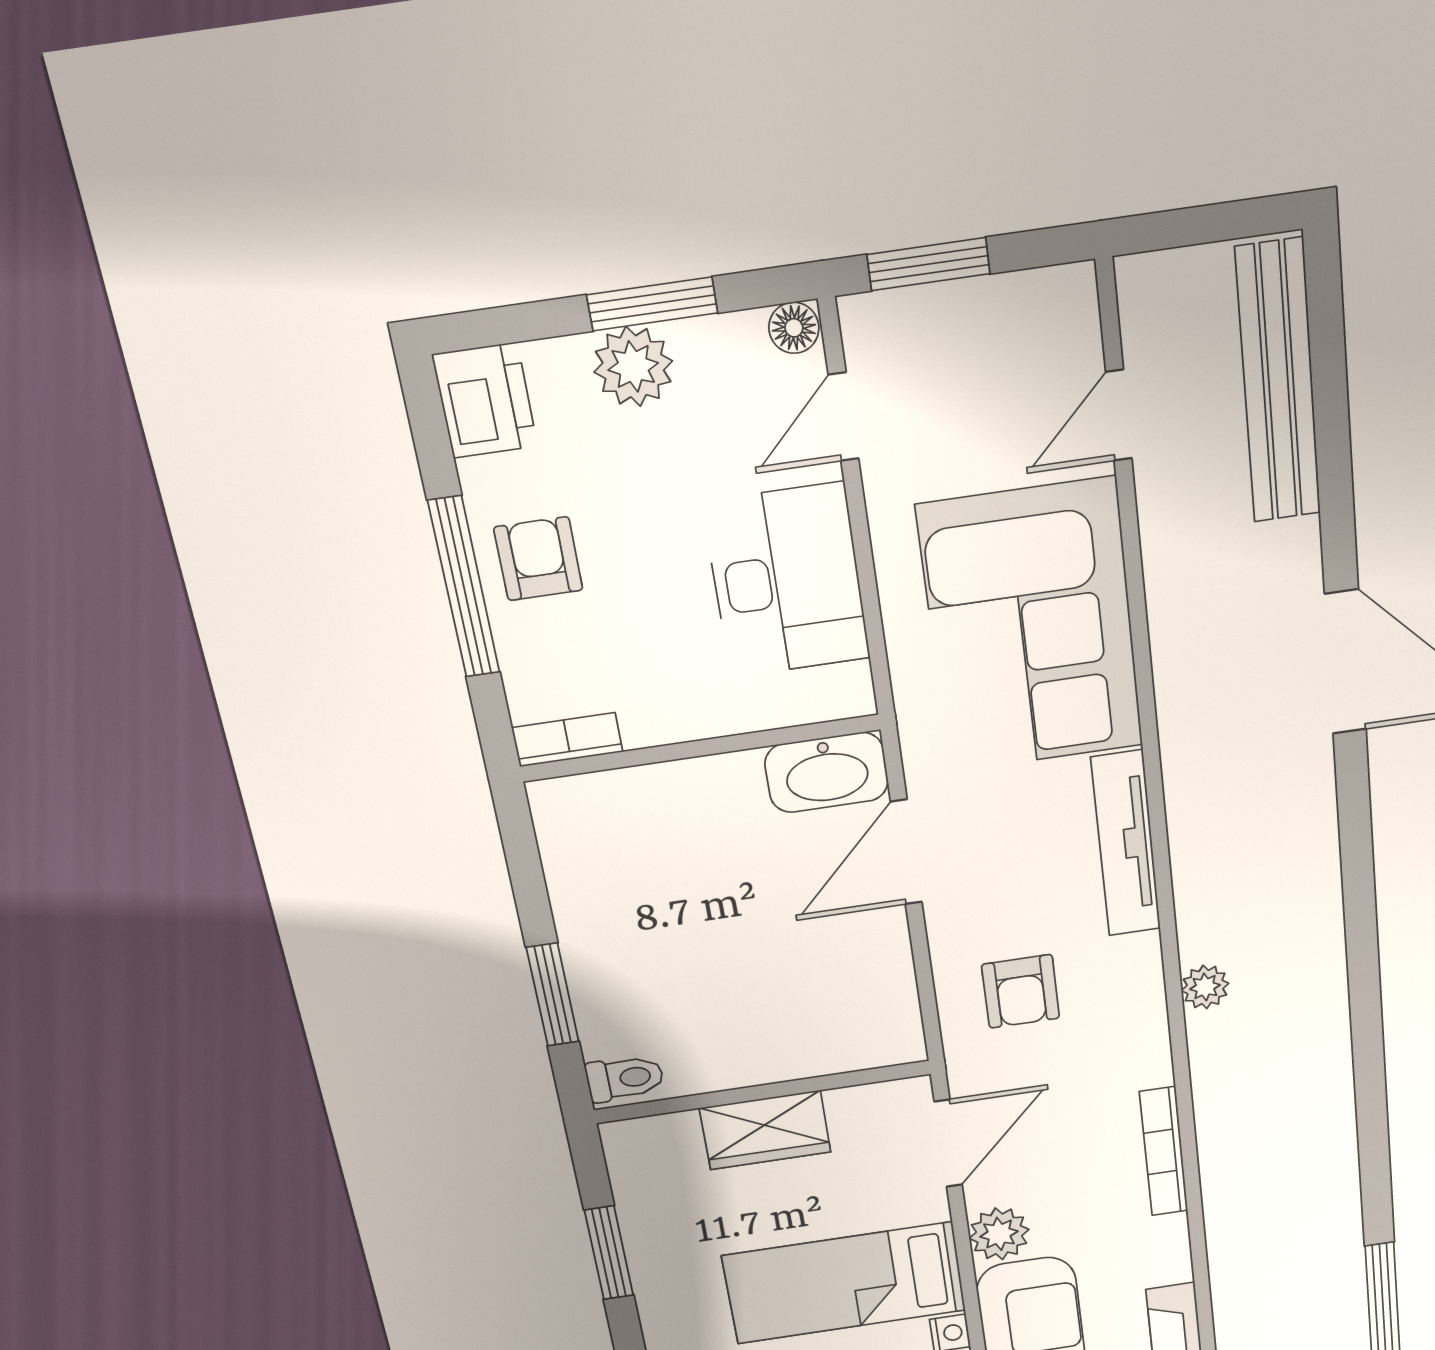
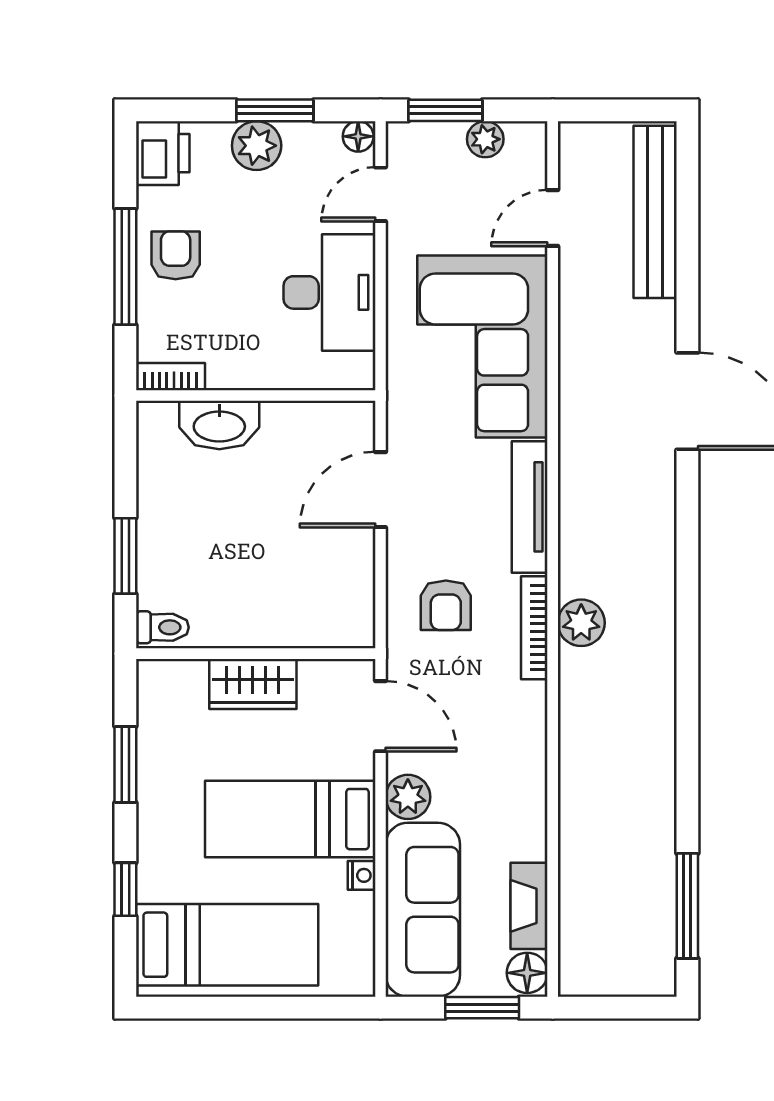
plant: (999, 303) -> (485, 139), added
washbasin: (827, 772) -> (219, 425), moved
plant: (1205, 987) -> (581, 623), width x1.38, depth x1.38
door: (948, 1143) -> (381, 716), hinge flipped
bookcase: (1164, 1152) -> (534, 628), moved

